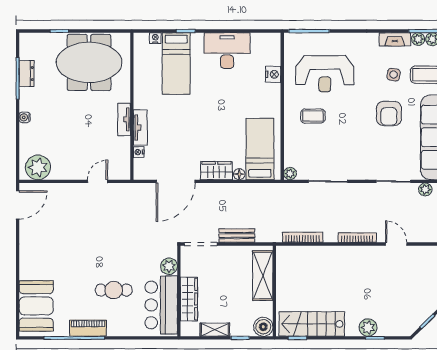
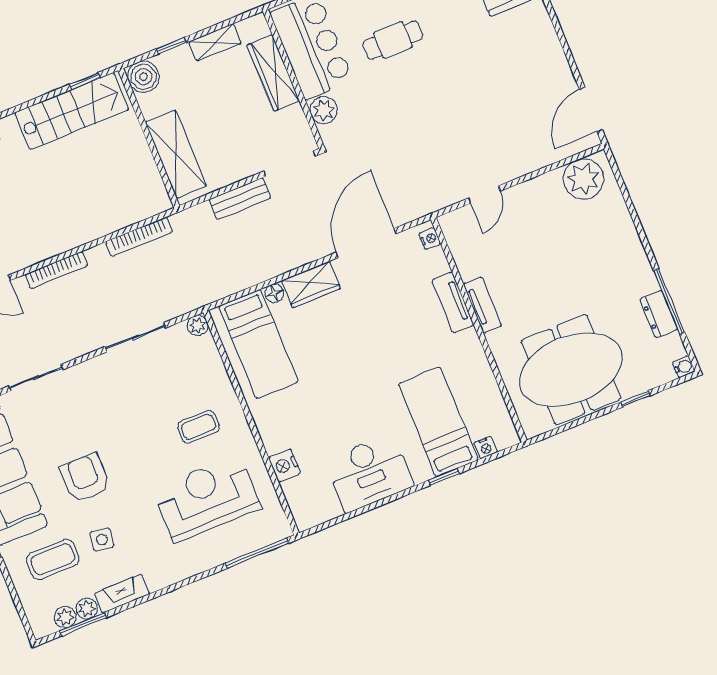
water cooler: (25, 117) -> (684, 367), moved
nightstand: (139, 152) -> (430, 239), moved

